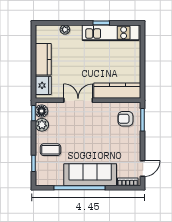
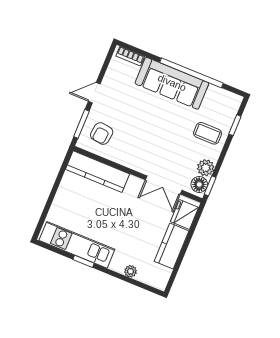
double door: (78, 100) -> (164, 185), moved
armchair: (125, 119) -> (102, 134), turned 97
door: (143, 169) -> (94, 93), moved

